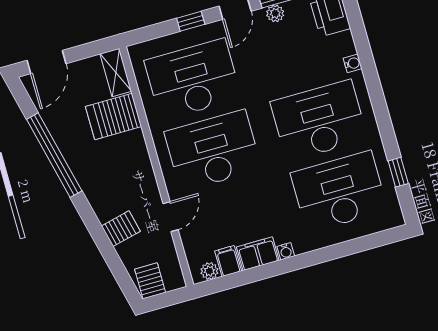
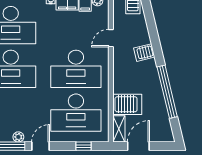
window: (191, 21) -> (83, 146), moved
door: (46, 62) -> (138, 146), moved
server rack: (121, 229) -> (144, 53), moved

